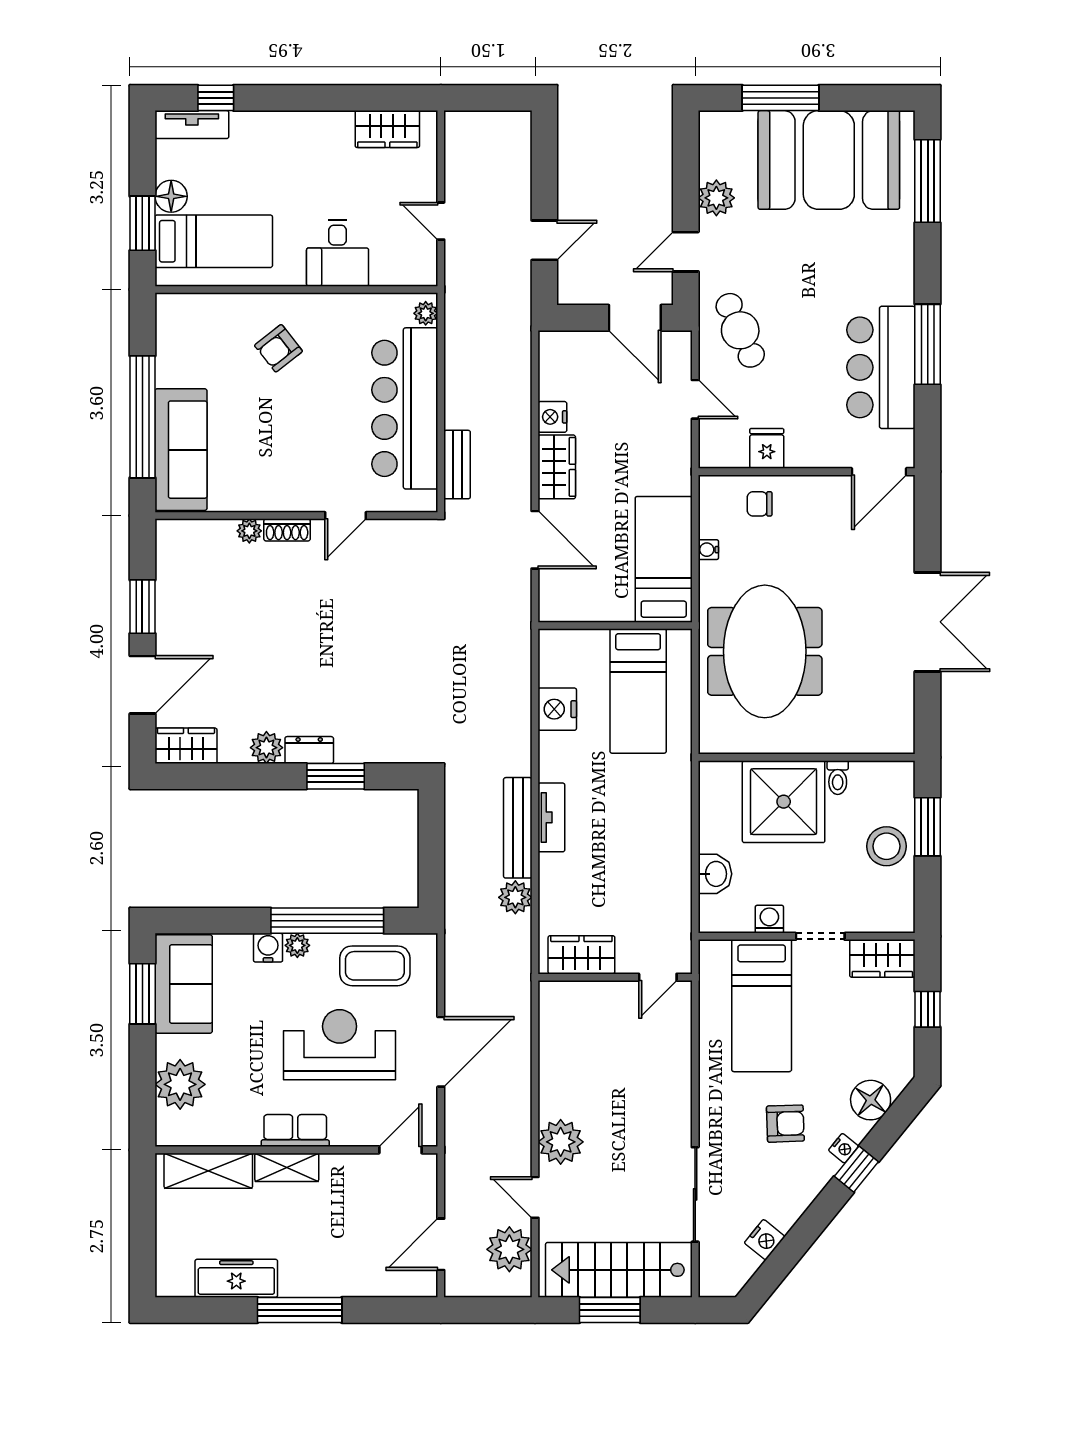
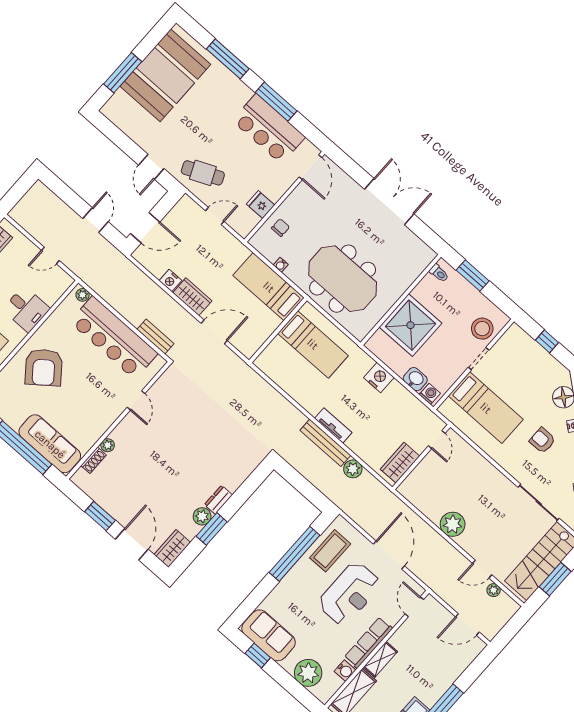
window: (928, 181) -> (228, 59), moved
plant: (716, 198) -> (140, 135), removed
door: (635, 318) -> (145, 228), moved
armchair: (278, 348) -> (44, 367), width x1.88, depth x1.88
chair: (760, 504) -> (281, 228), turned 180
shoe rack: (287, 530) -> (94, 460), moved
nightstand: (557, 709) -> (379, 378), moved, turned 180
window: (336, 776) -> (212, 529), moved
toilet: (838, 778) -> (439, 273), moved
stool: (887, 846) -> (482, 329), moved
washing machine: (769, 919) -> (430, 394), moved, turned 90
plant: (297, 945) -> (294, 575), removed
water cooler: (268, 948) -> (345, 671), moved, turned 180
wardrobe: (882, 958) -> (510, 341), removed
window: (142, 994) -> (258, 656), width x0.67
reception desk: (340, 1045) -> (349, 594), turned 180
armchair: (785, 1124) -> (542, 440), turned -88
row of seats: (295, 1131) -> (368, 643), width x1.48
plant: (561, 1142) -> (453, 524), moved
door: (441, 1244) -> (467, 624), hinge flipped
plant: (509, 1249) -> (494, 590), width x0.53, depth x0.53

